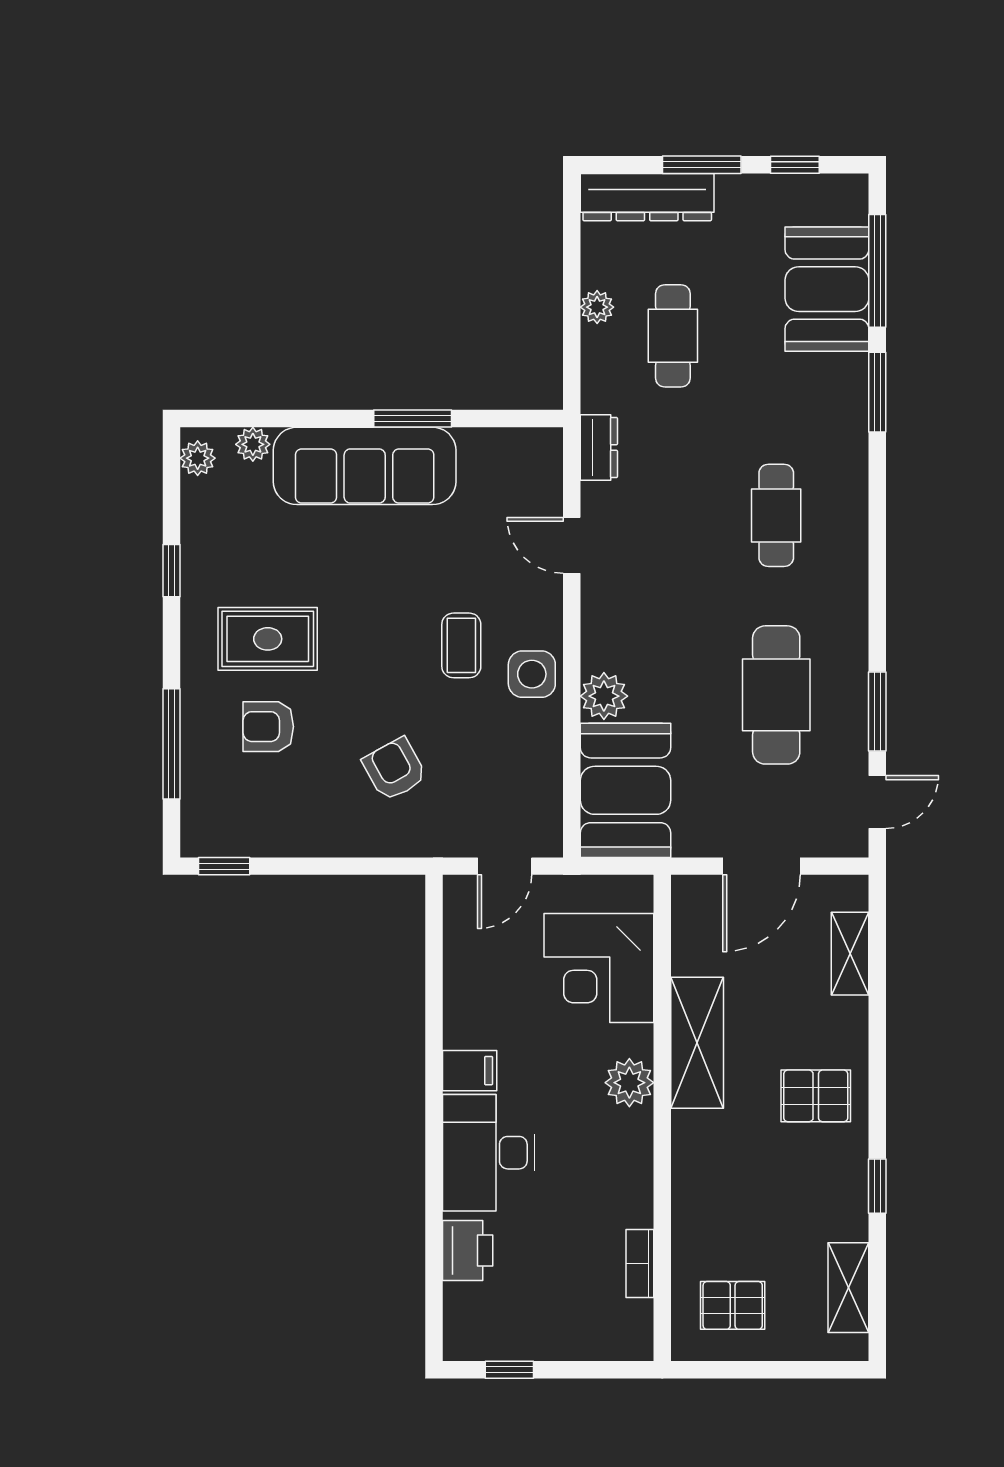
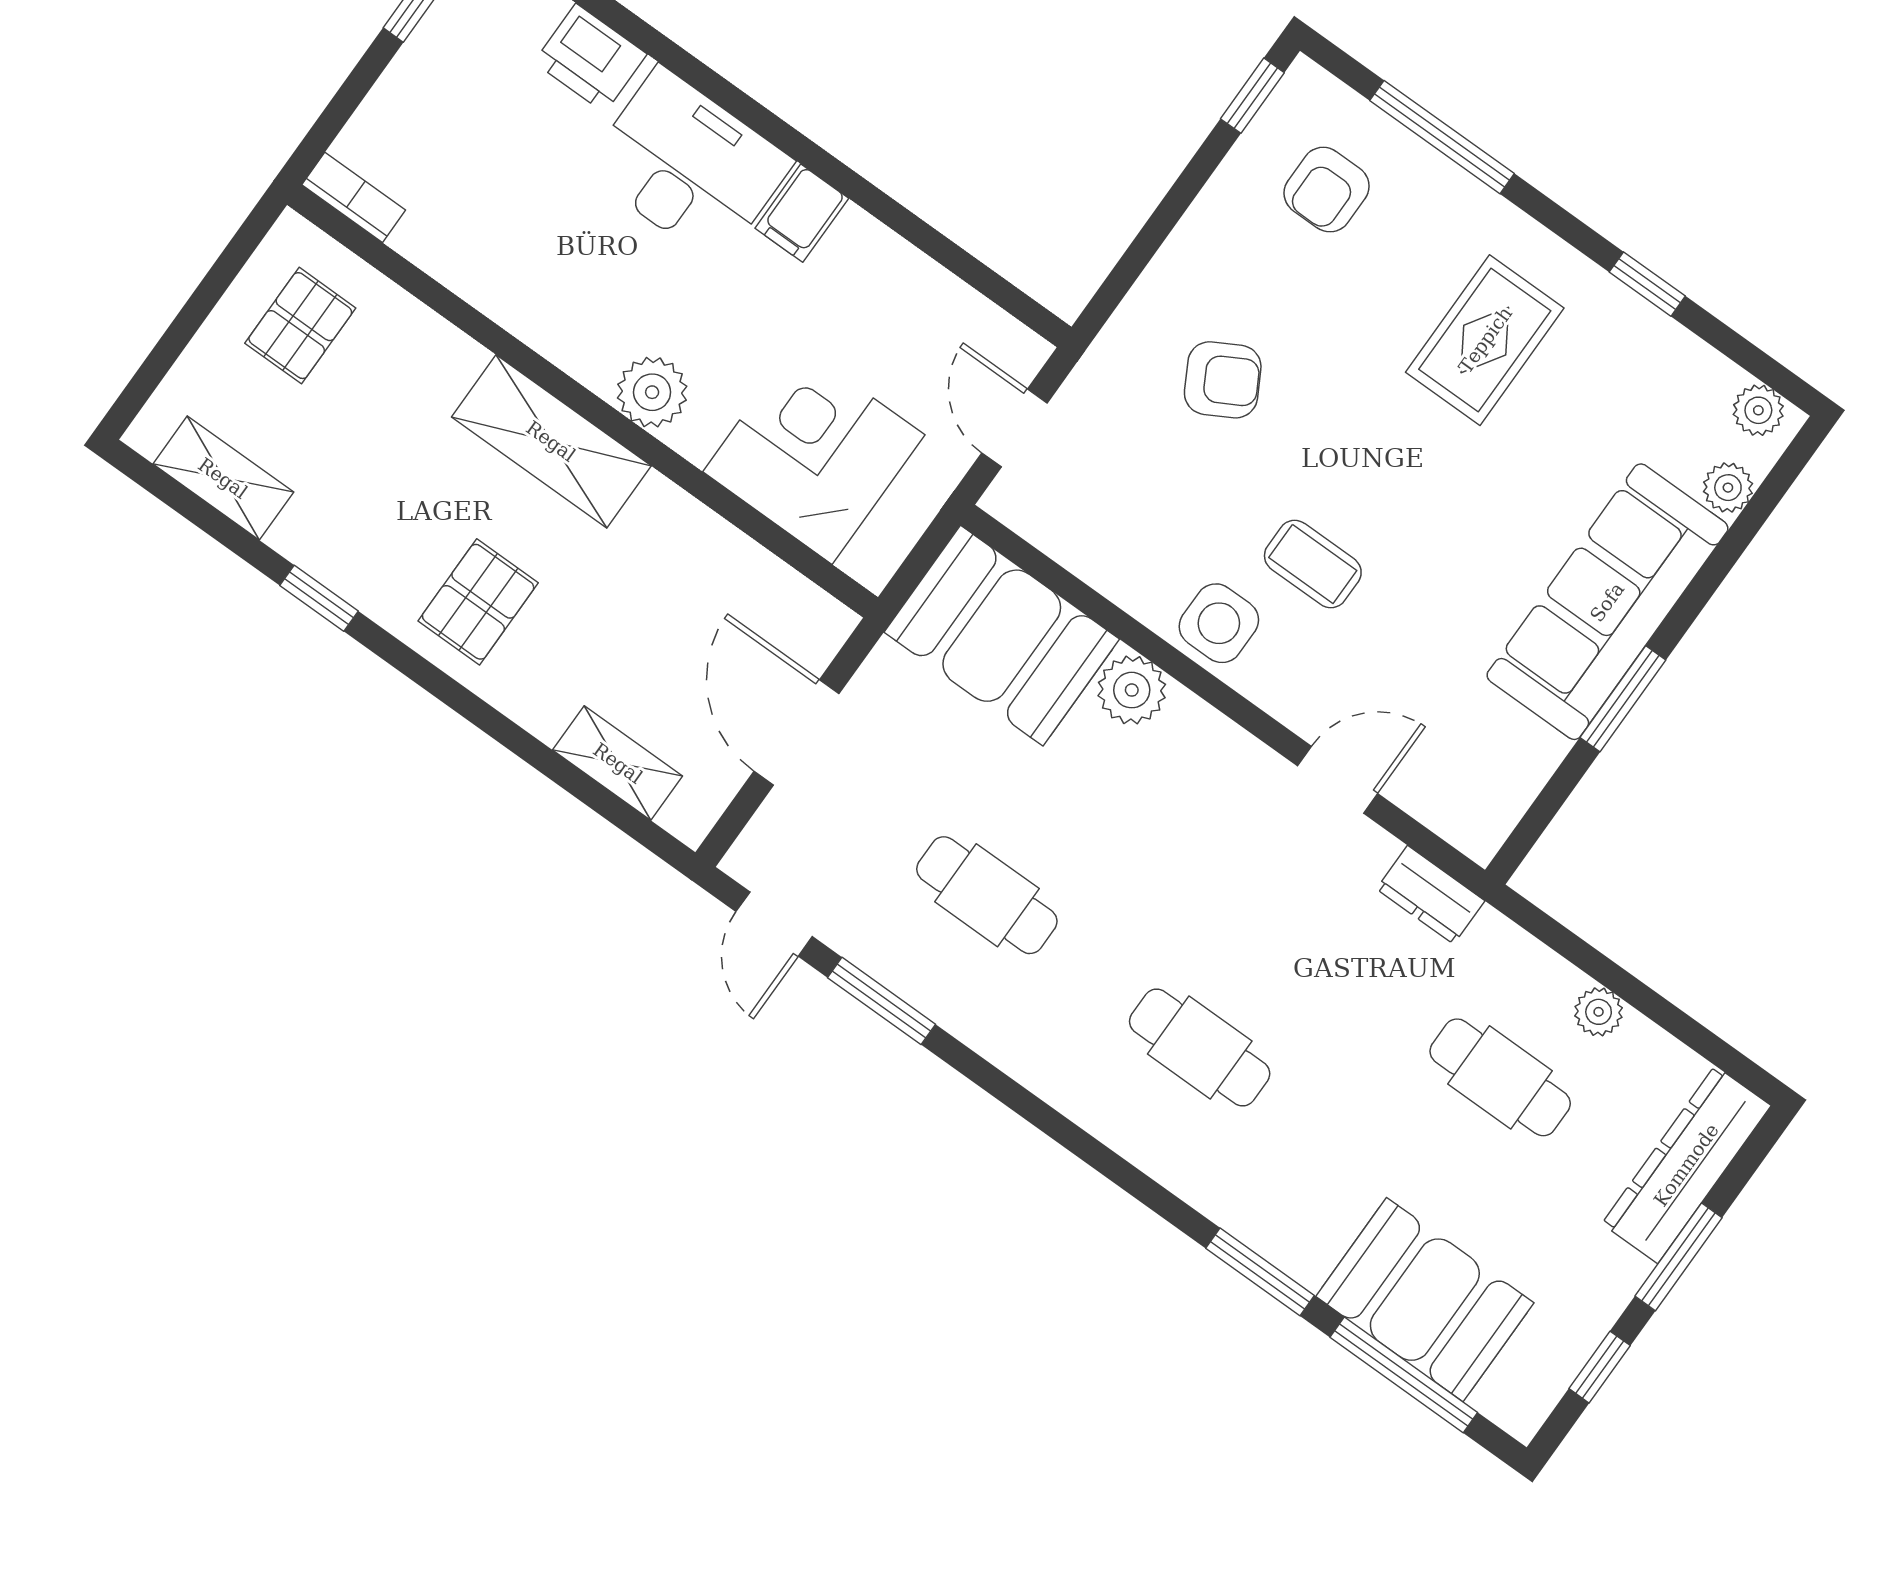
cafe table: (776, 695) -> (987, 895), width x0.73, depth x0.74
armchair: (268, 727) -> (1327, 190), moved, turned 180
shelving: (697, 1043) -> (551, 441), moved
bookcase: (640, 1264) -> (354, 197), moved

